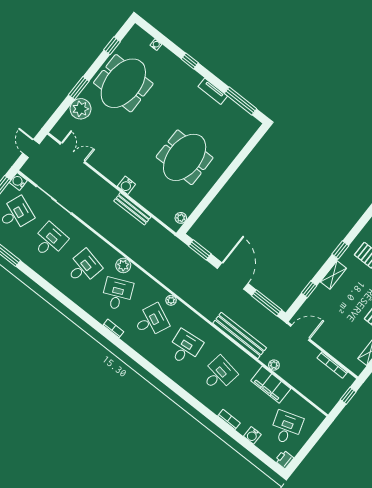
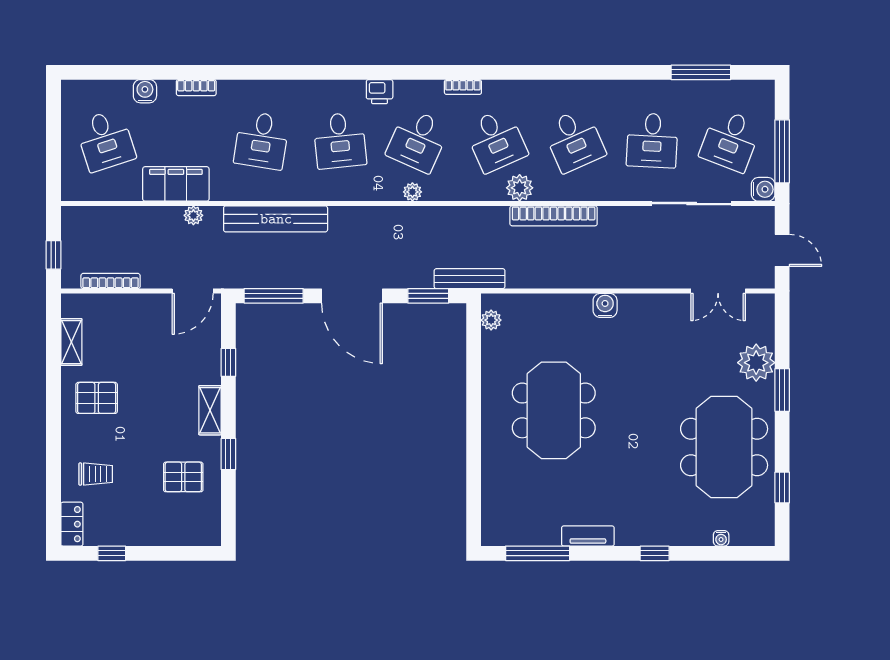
bench: (132, 209) -> (470, 279), moved
bookcase: (118, 242) -> (554, 216), added
desk: (83, 267) -> (574, 140), turned -36
printer: (284, 459) -> (380, 92), moved, turned 90

